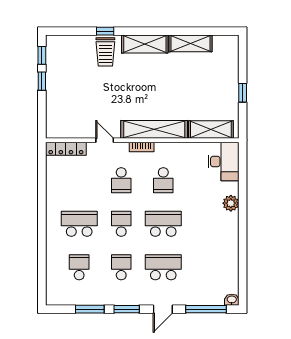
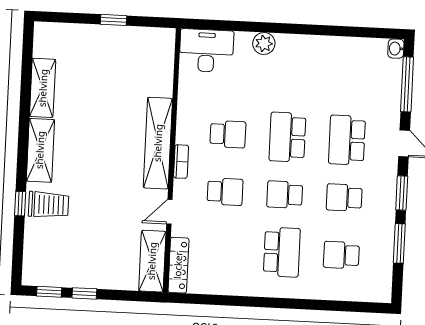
shelving: (211, 130) -> (152, 261), moved
school desk: (79, 224) -> (282, 252), turned 180

